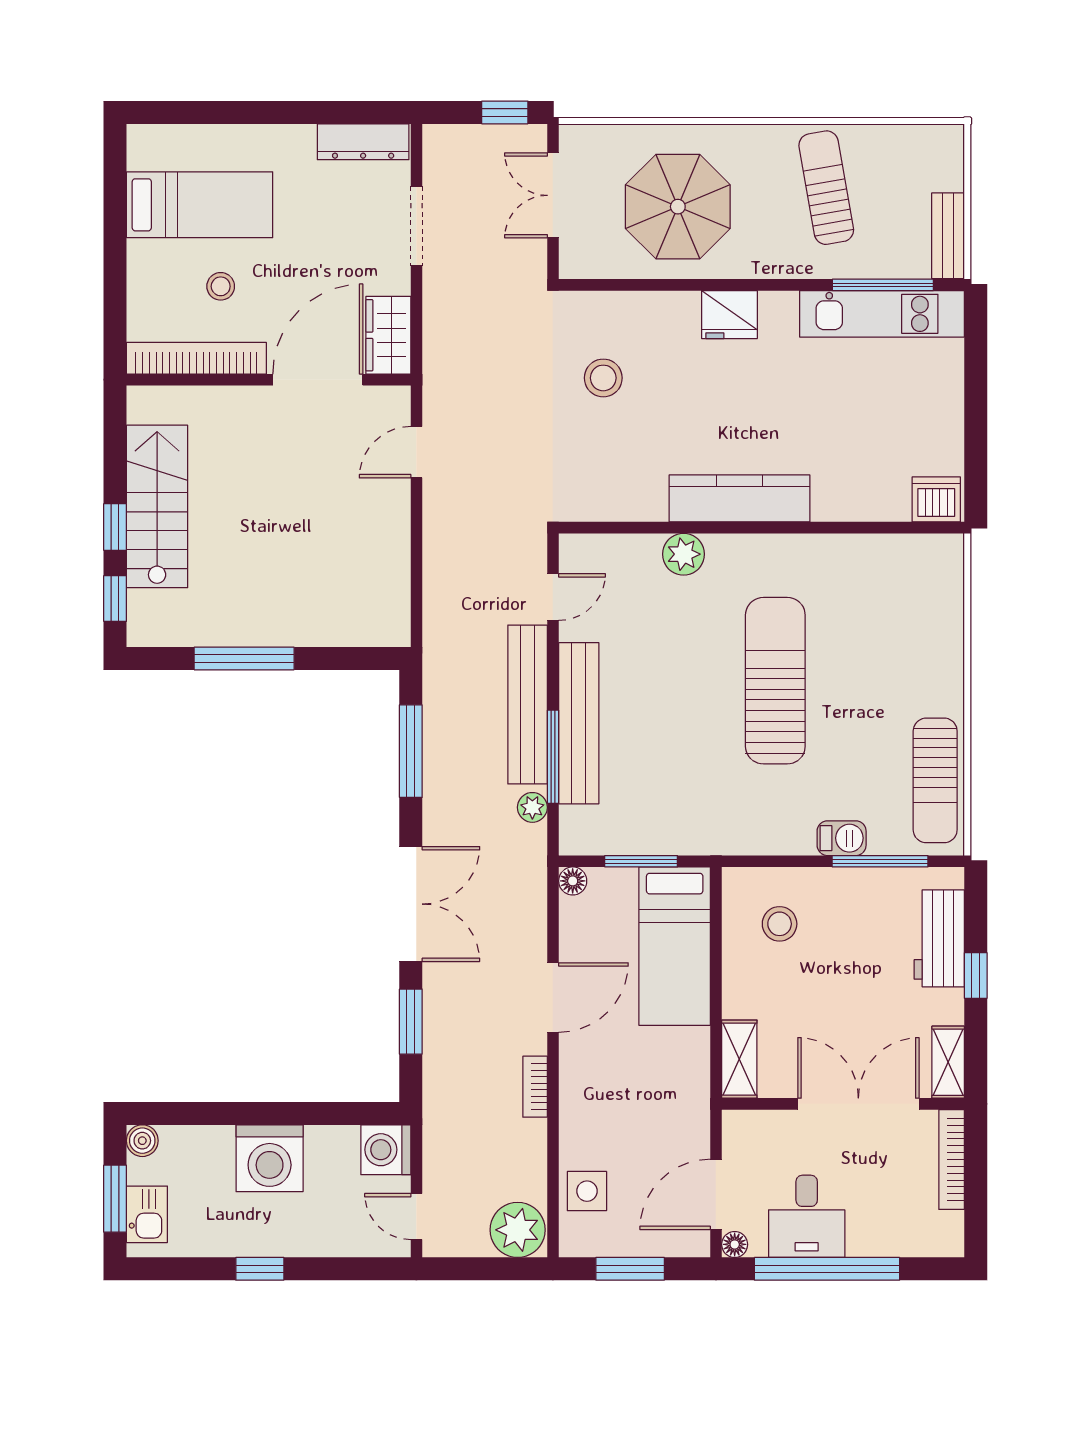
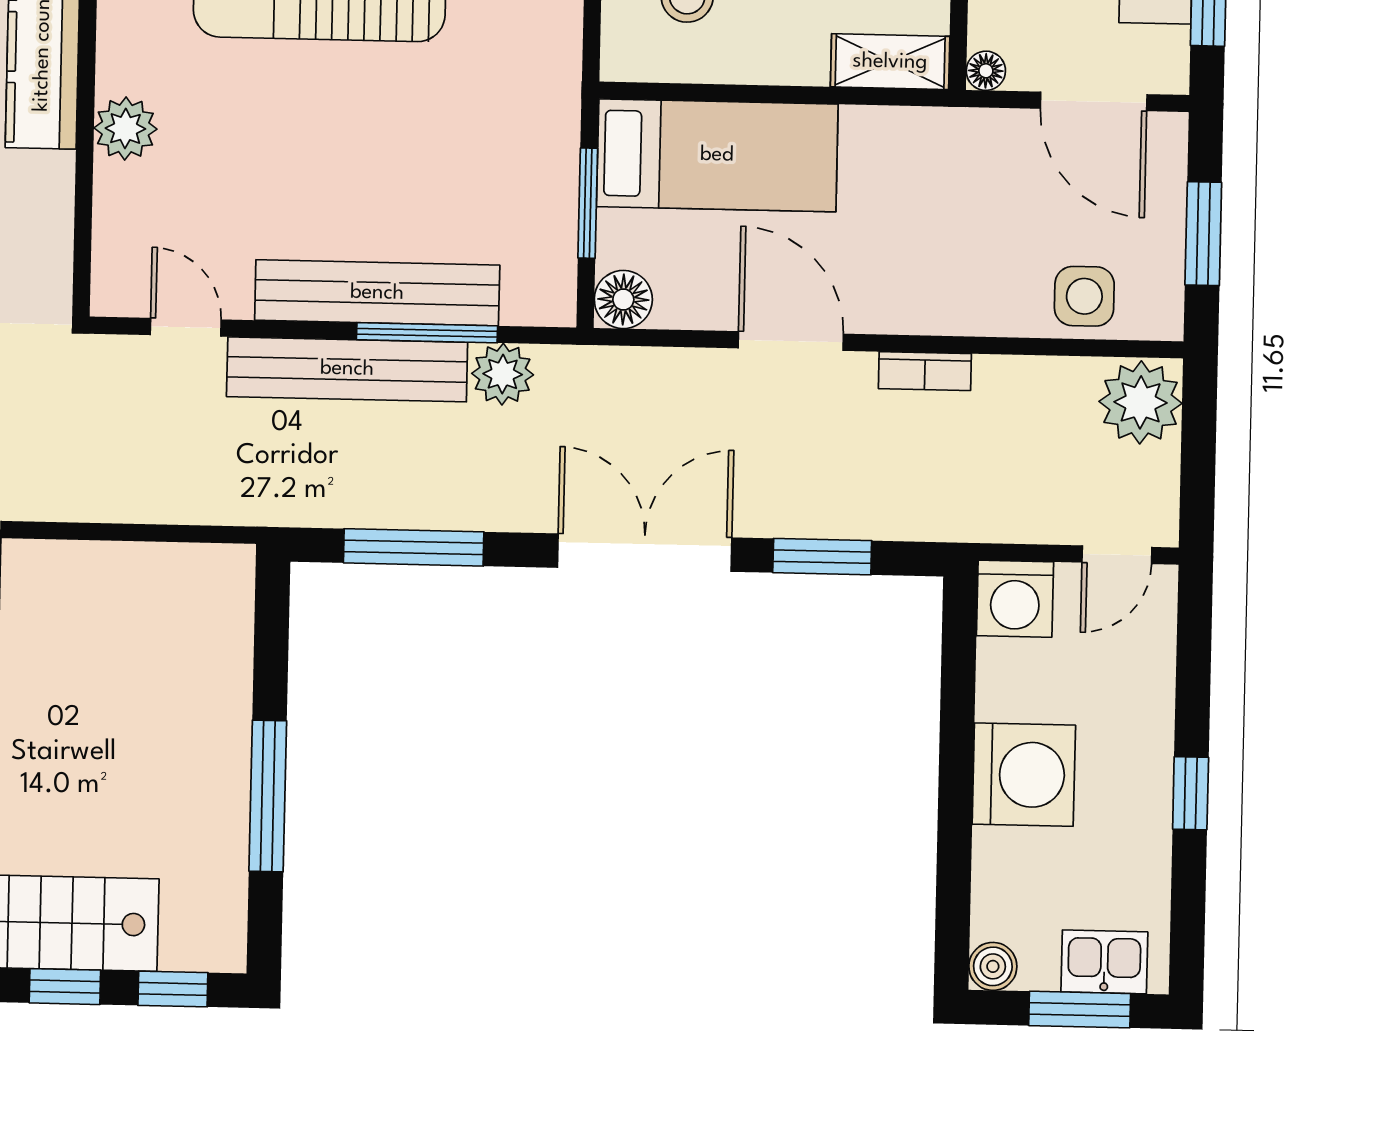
plant: (532, 807) -> (503, 374), width x1.38, depth x1.38
floor lamp: (573, 881) -> (623, 299), width x1.37, depth x1.37
floor lamp: (735, 1244) -> (986, 71), moved

